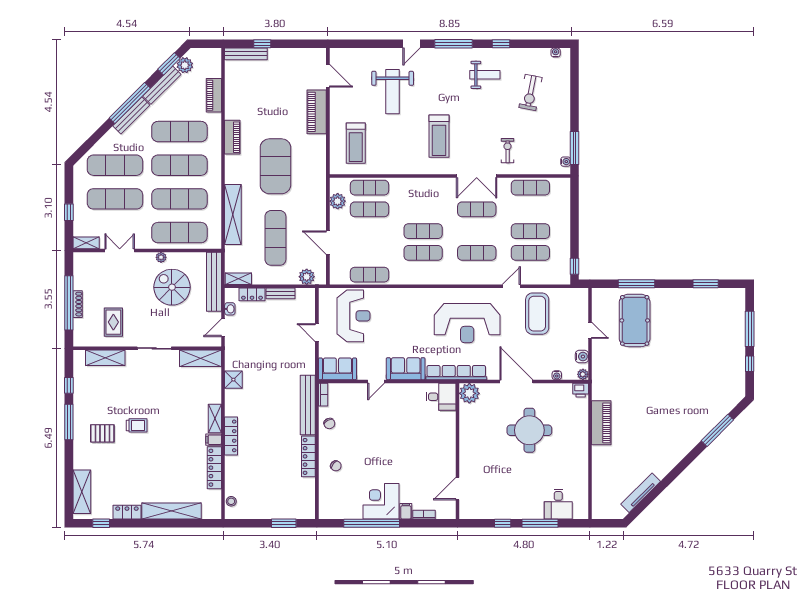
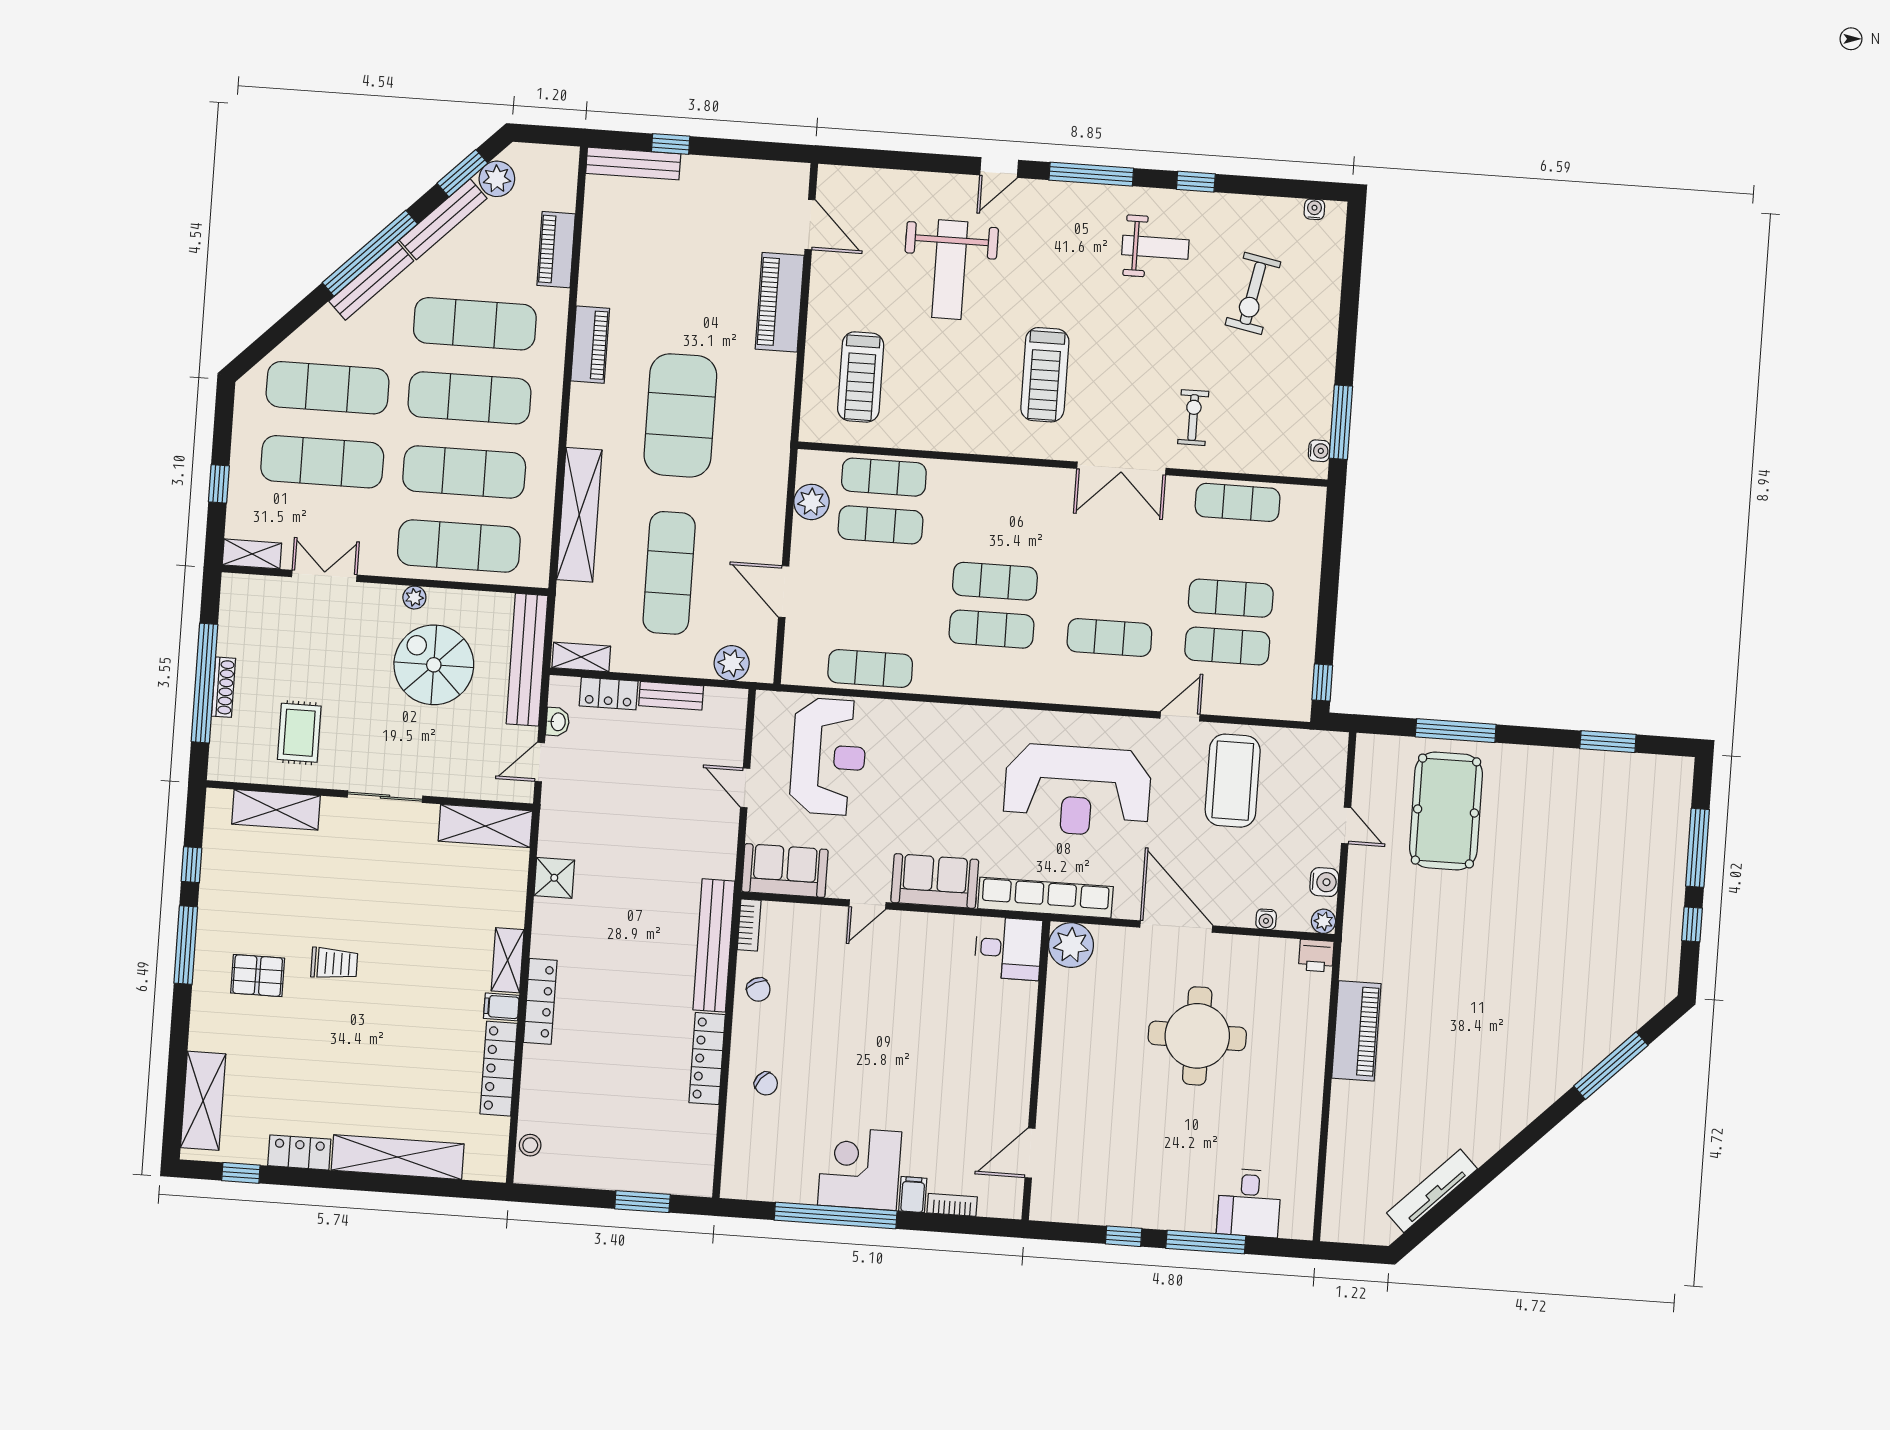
exercise mat: (477, 209) -> (1116, 542), removed

